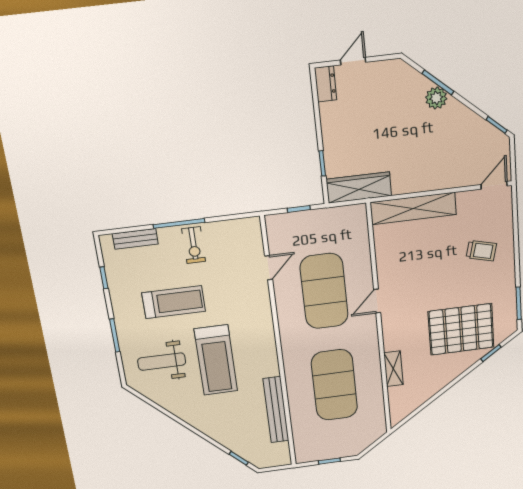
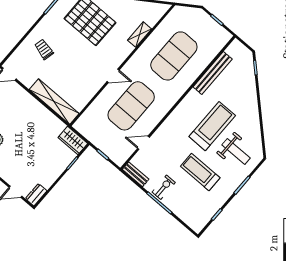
wardrobe: (359, 188) -> (73, 140), width x0.67
bench: (135, 239) -> (136, 174), moved

